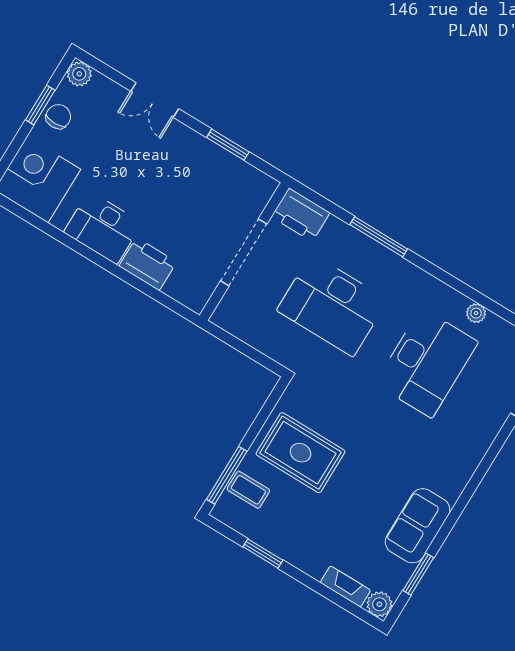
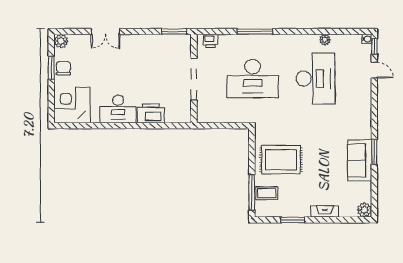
window: (228, 145) -> (174, 31), moved
printer: (301, 215) -> (210, 41), width x0.53, depth x0.68
window: (418, 574) -> (374, 152), moved
fireplace: (345, 586) -> (325, 211), moved

